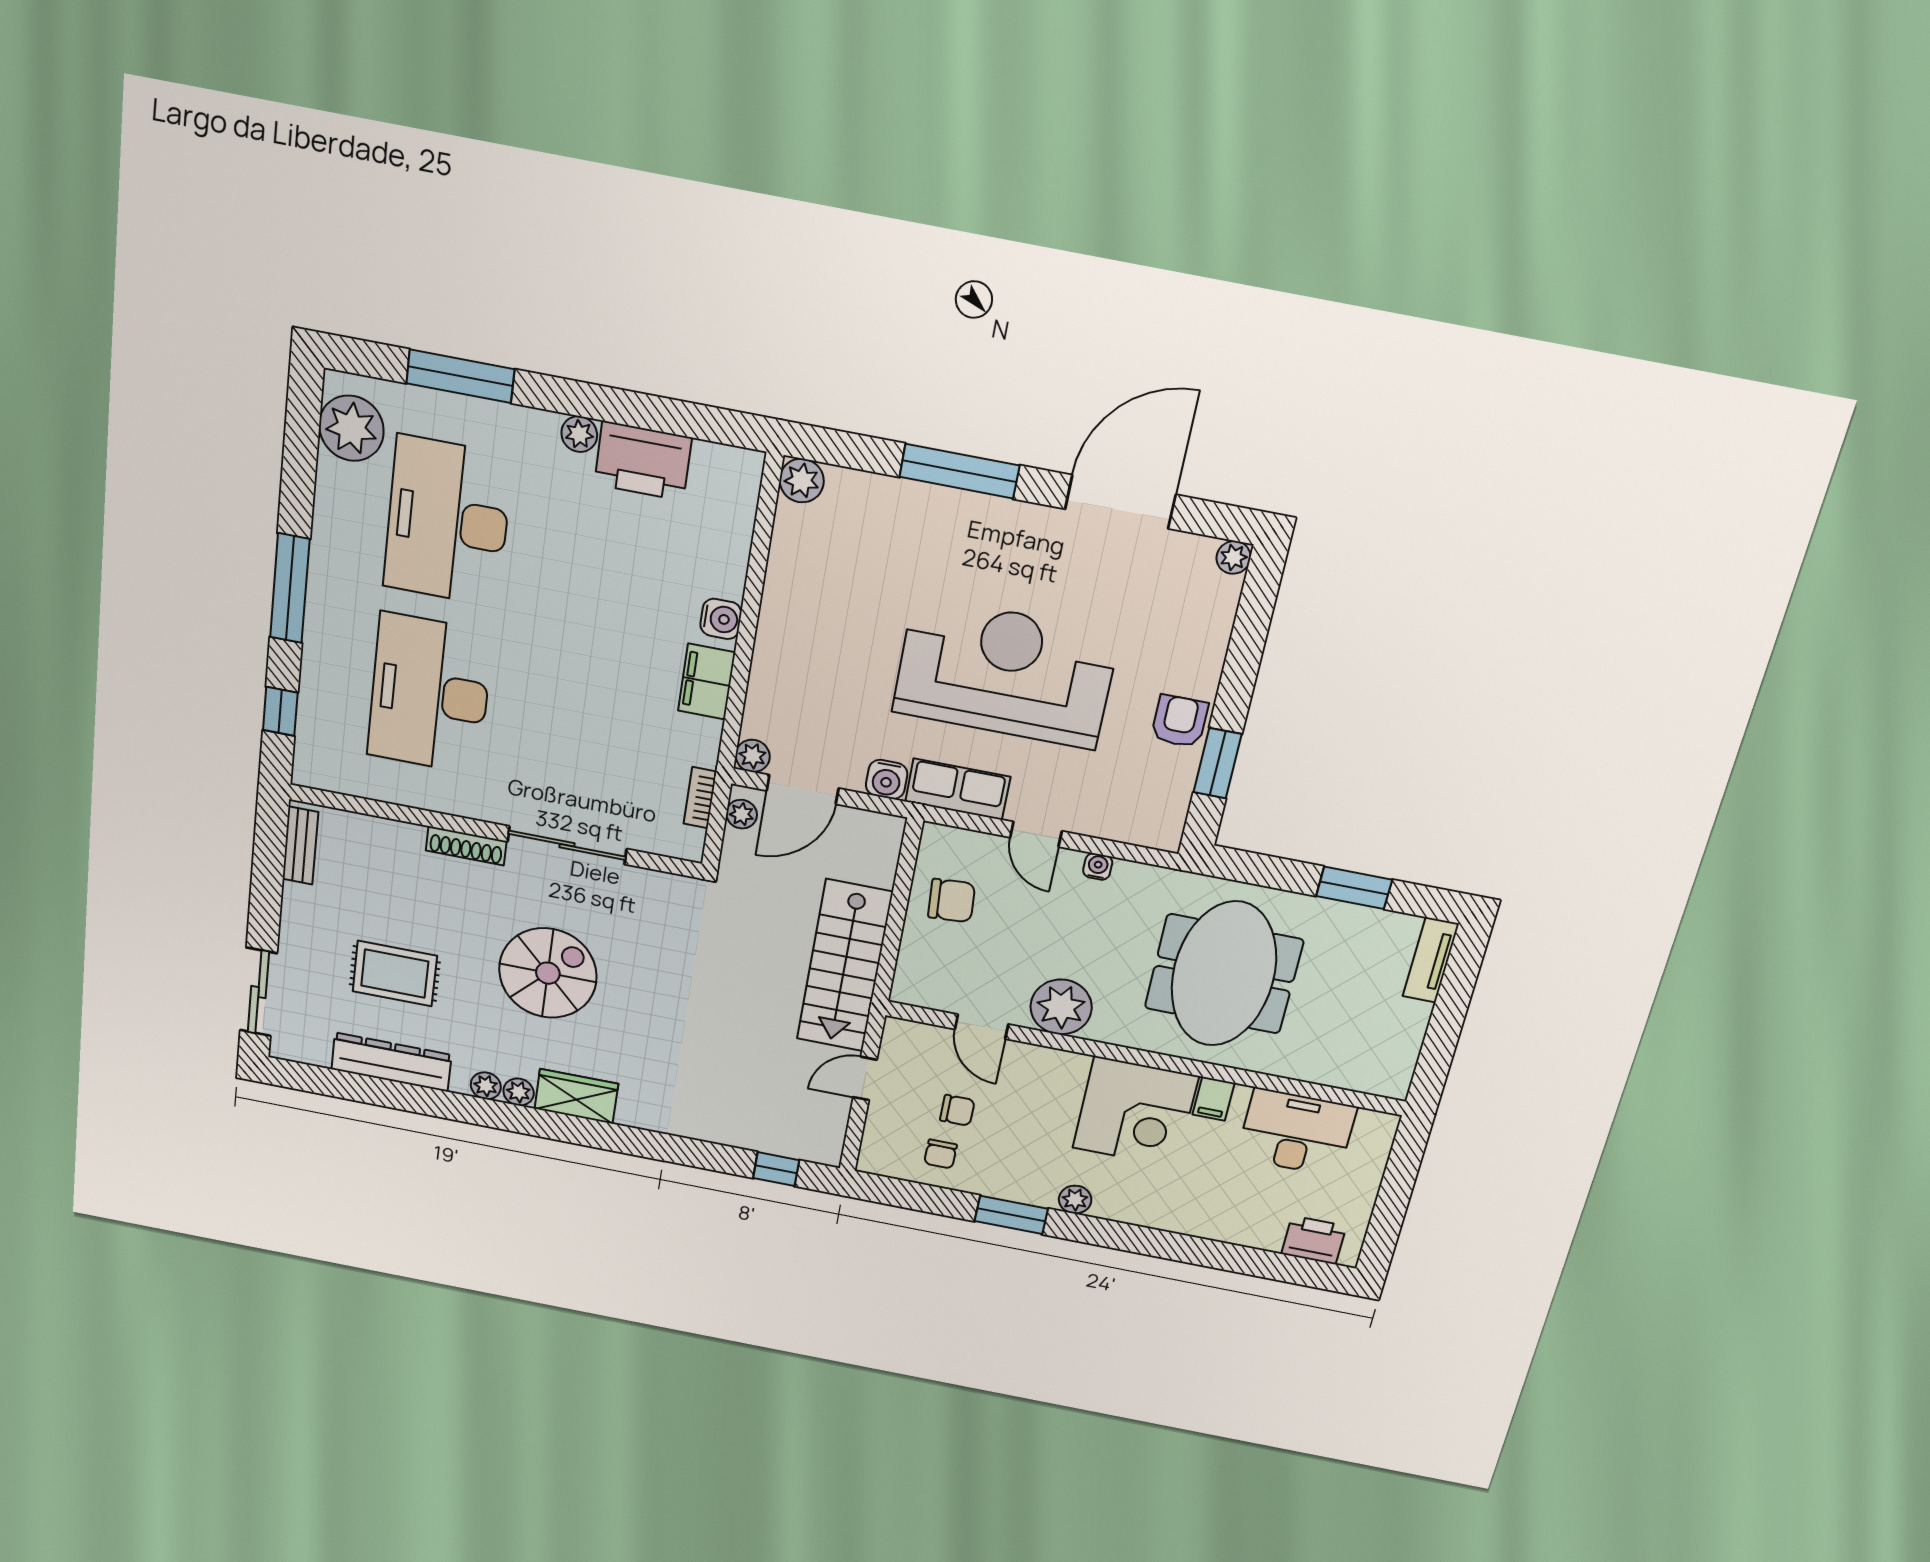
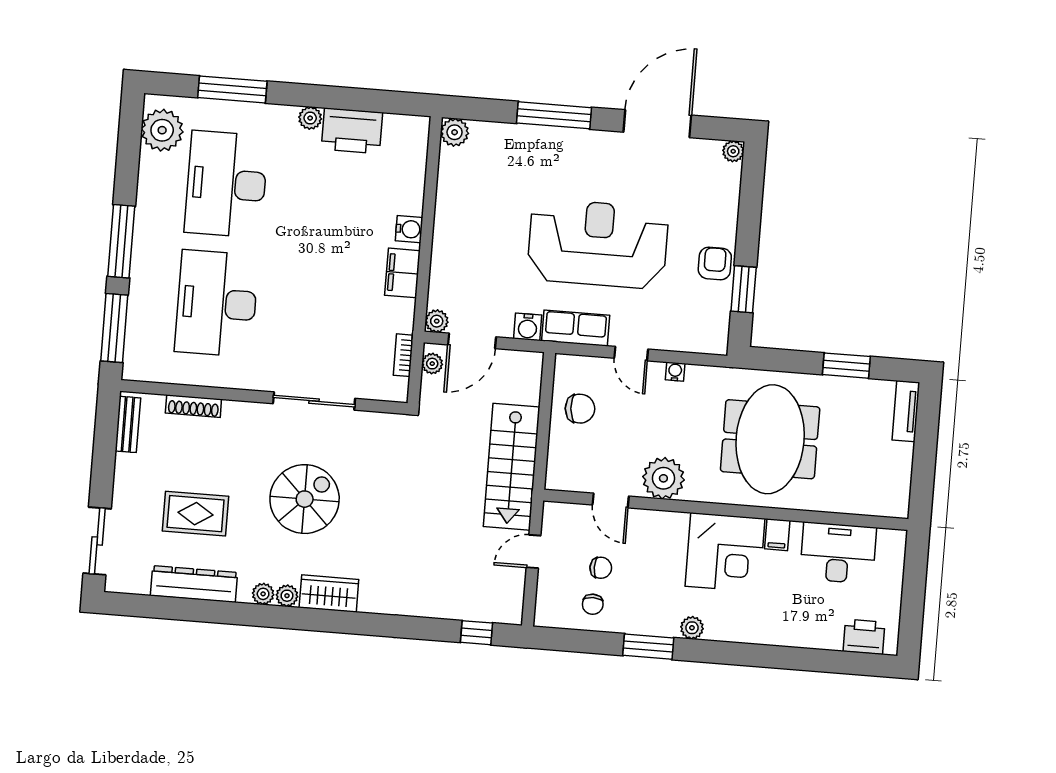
window: (280, 711) -> (114, 328), width x2.17
shoe rack: (466, 846) -> (193, 406), moved

